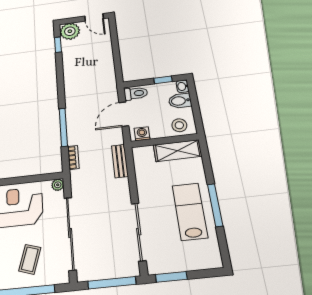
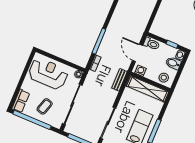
door: (124, 114) -> (137, 53), hinge flipped
shelving: (177, 151) -> (148, 89), width x1.47

